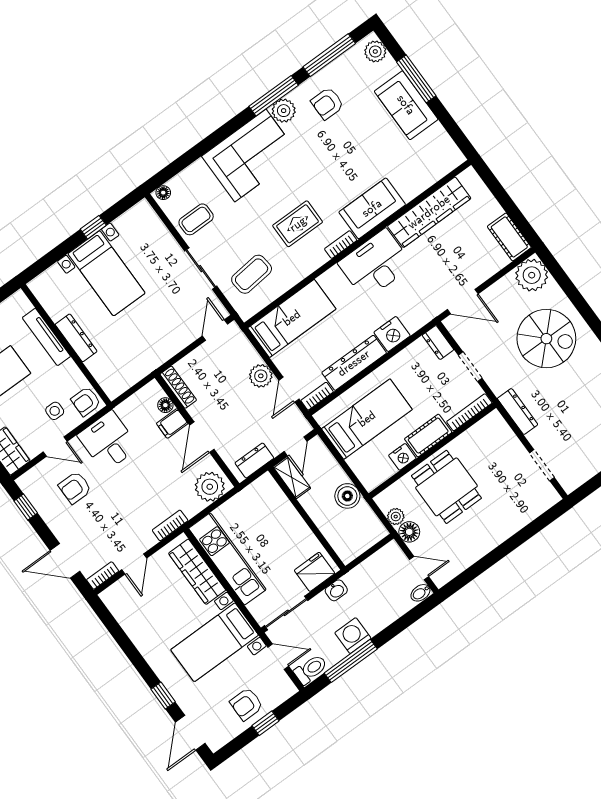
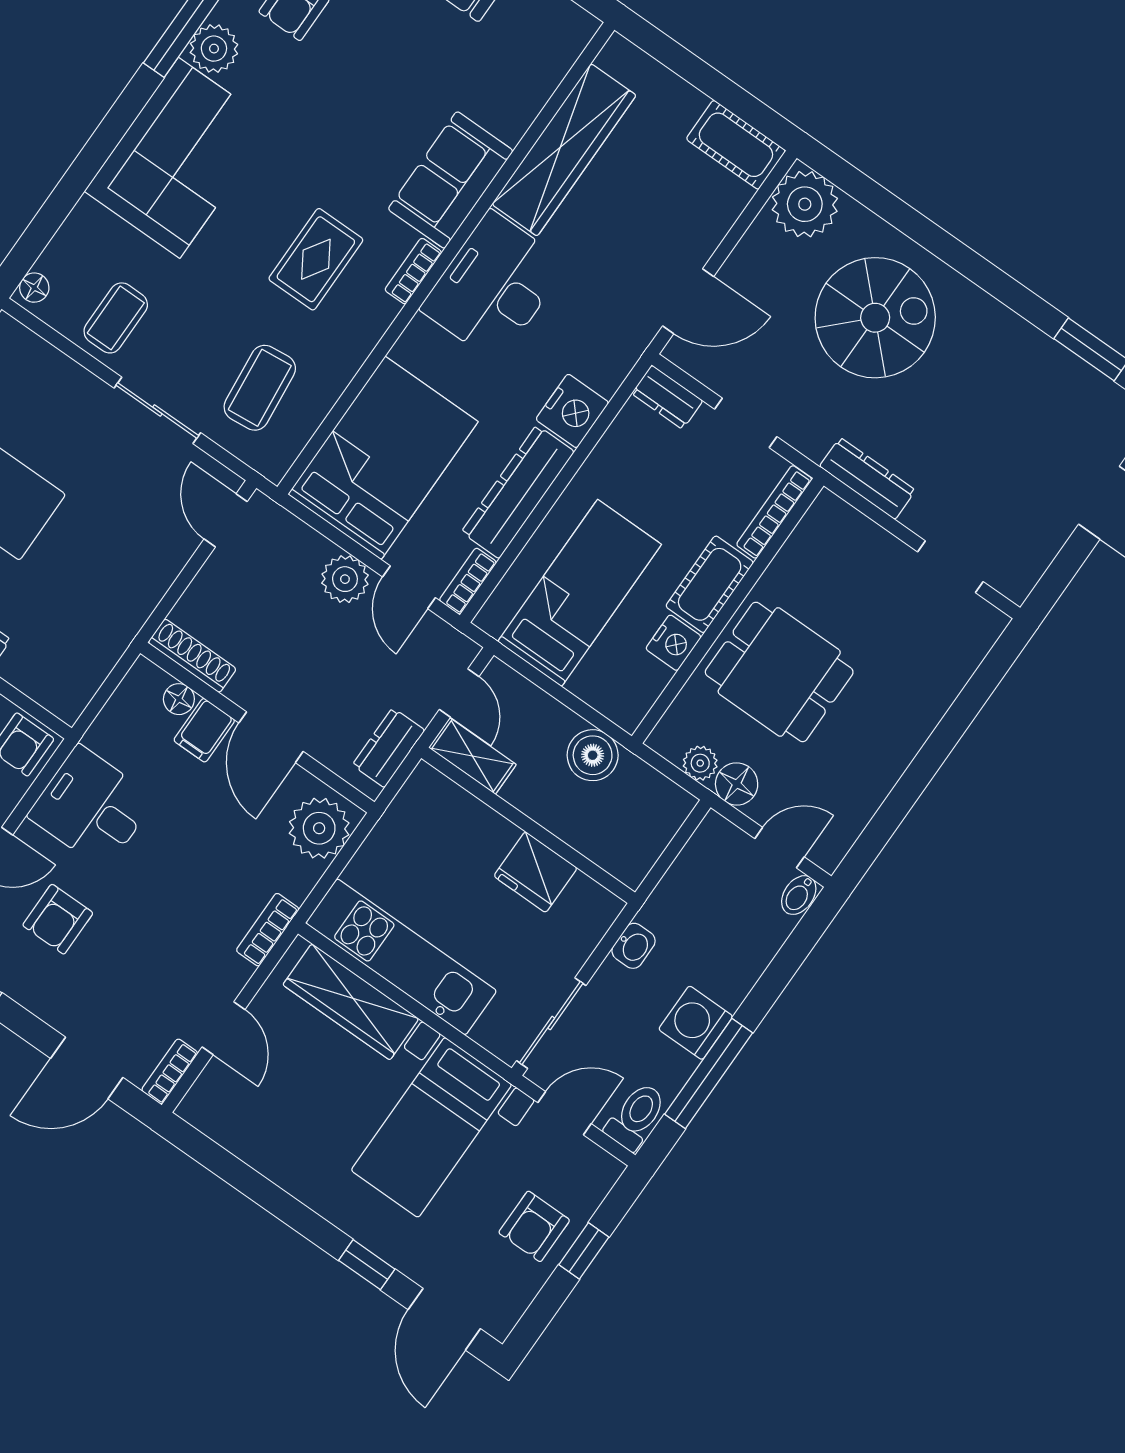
bed: (292, 318) -> (383, 458), width x1.50
fridge: (315, 572) -> (536, 872), moved, turned -90

